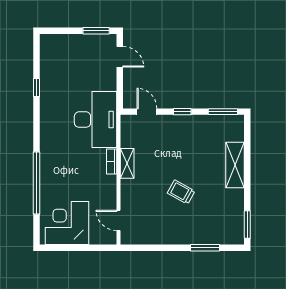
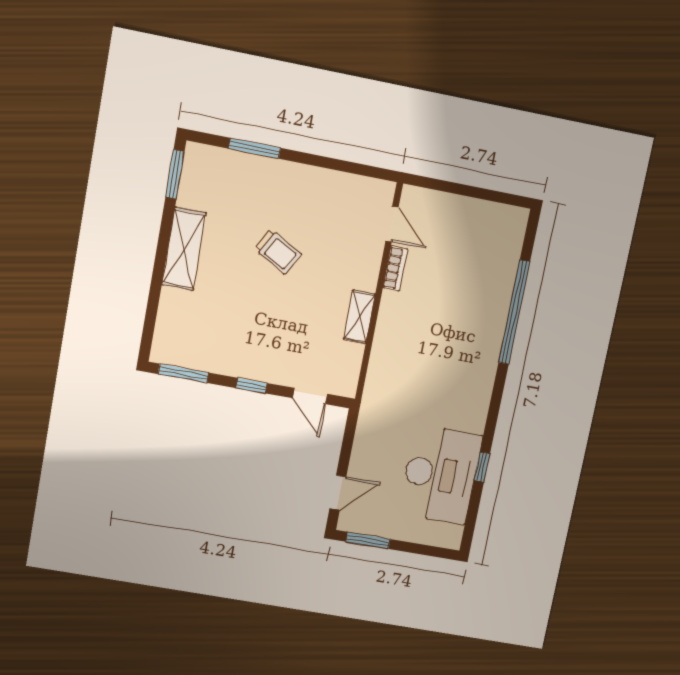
door: (120, 57) -> (338, 493), swing flipped
desk: (96, 120) -> (440, 475), moved, turned 180
bookcase: (112, 162) -> (395, 268), moved
shelving: (235, 165) -> (184, 249), moved
corner desk: (67, 223) -> (478, 236), removed

